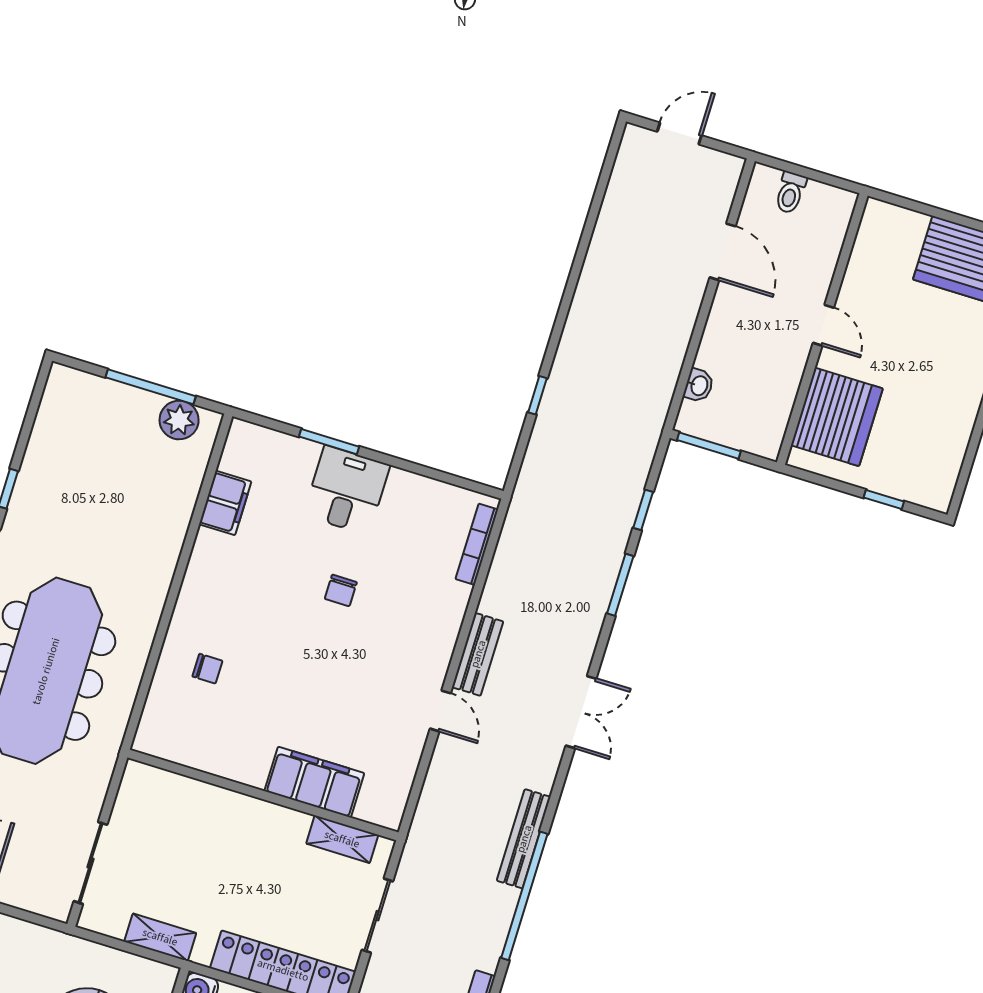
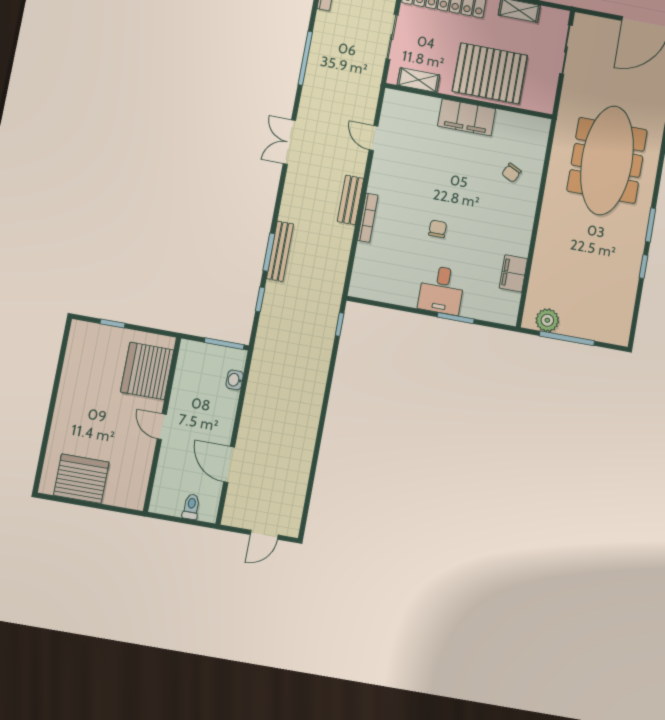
window: (537, 395) -> (340, 324), moved
bookcase: (477, 544) -> (368, 218), moved
chair: (207, 669) -> (511, 173), turned -64
door: (440, 711) -> (374, 138), moved
double door: (581, 712) -> (289, 142), moved
filing cabinet: (314, 782) -> (467, 117), moved
pallet: (223, 837) -> (490, 73), added
bench: (524, 839) -> (280, 251), moved
window: (524, 896) -> (305, 58), width x0.68

